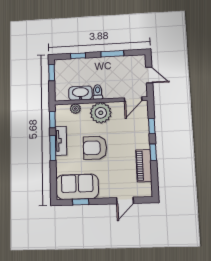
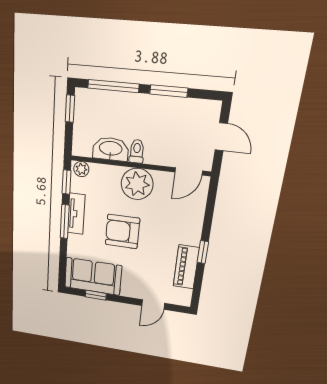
window: (78, 56) -> (113, 86), width x2.17
plant: (75, 109) -> (81, 169), moved
window: (152, 126) -> (209, 216), removed

